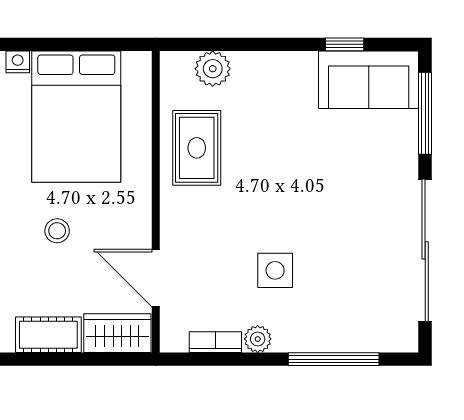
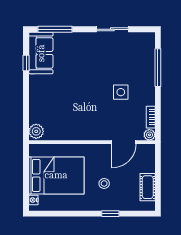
plant: (213, 69) -> (36, 131), moved
rug: (197, 148) -> (69, 125), removed
sliding door: (425, 250) -> (112, 29), width x0.54
wardrobe: (117, 333) -> (147, 158), removed
plant: (258, 339) -> (149, 135), moved

